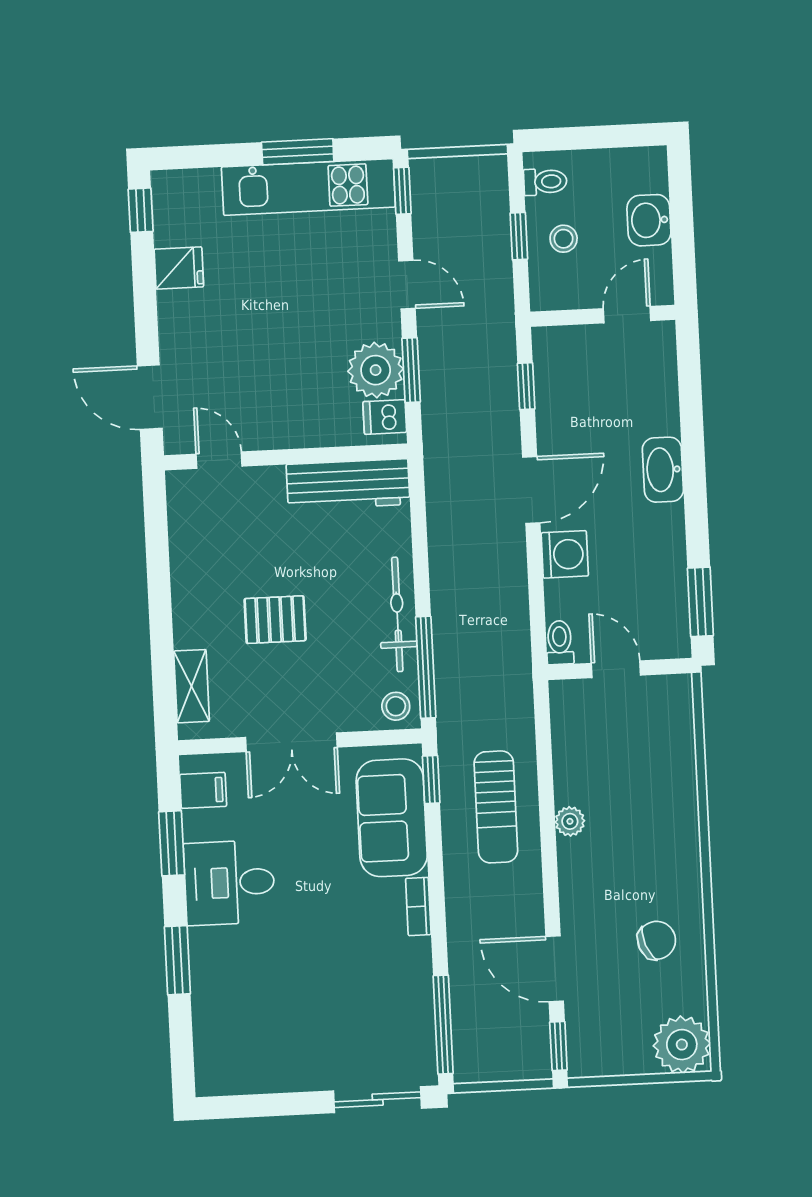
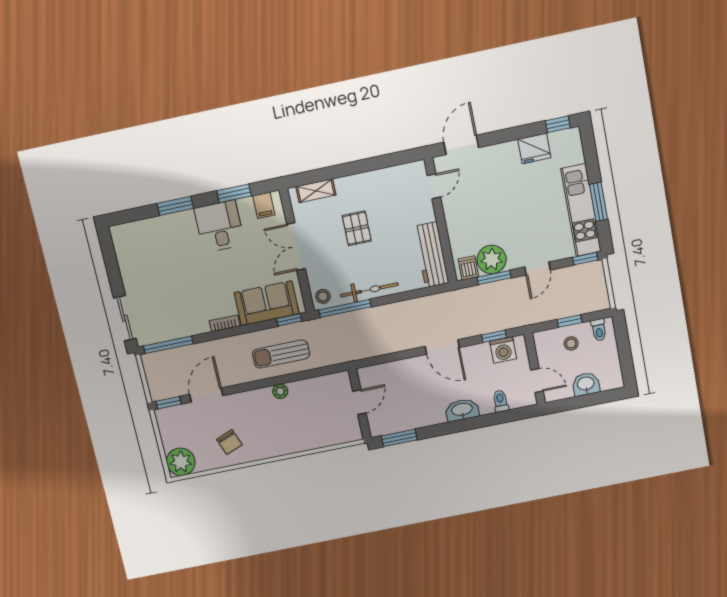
fridge: (179, 268) -> (534, 148), width x1.38
washing machine: (565, 554) -> (503, 350), moved
toilet: (560, 643) -> (500, 401), moved, turned -90

